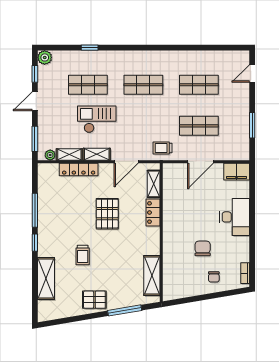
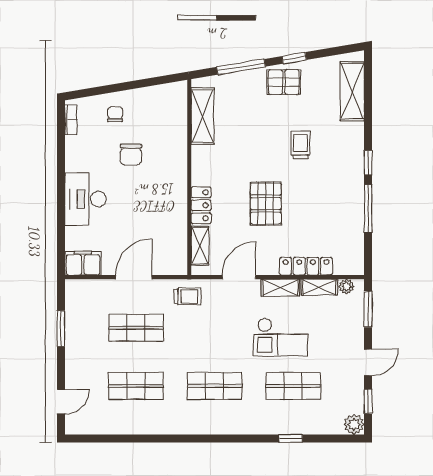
shelving: (46, 279) -> (352, 91), moved
window: (87, 317) -> (294, 58), added

